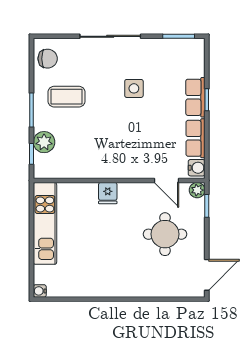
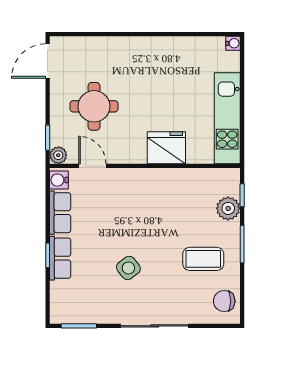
side table: (134, 88) -> (128, 268), turned -38
fridge: (108, 193) -> (166, 148), width x1.88, depth x1.34

